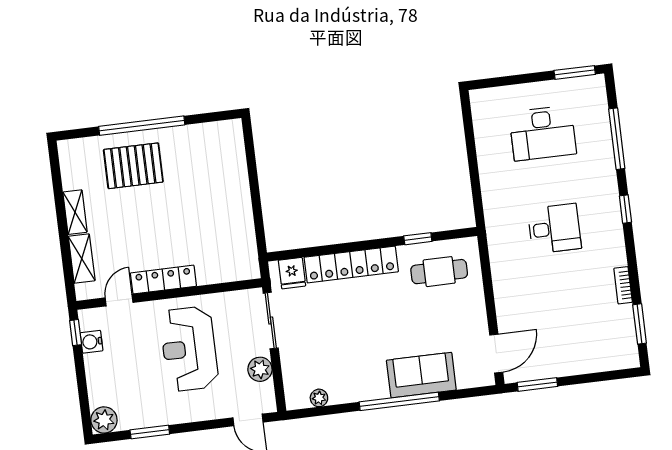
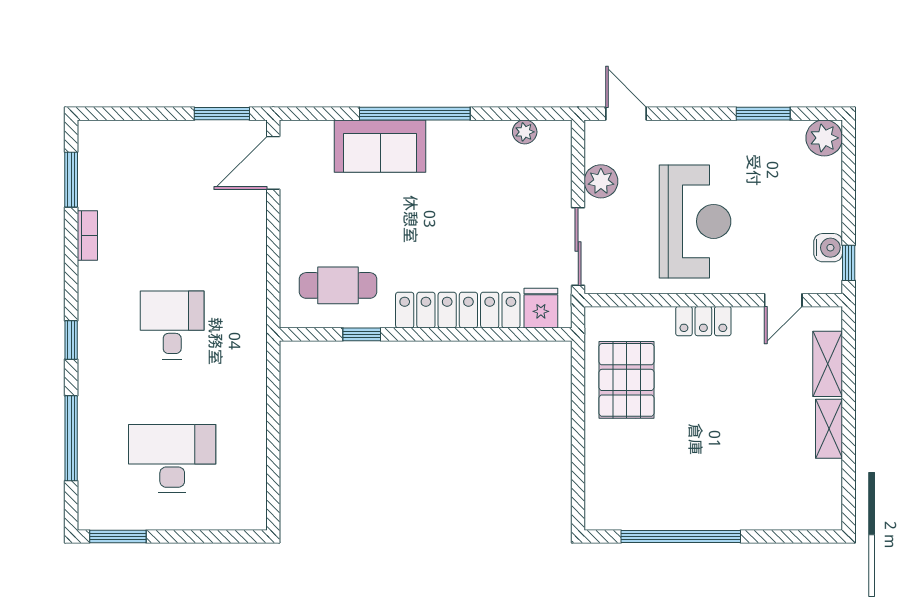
window: (142, 126) -> (681, 536), moved
pallet: (133, 166) -> (626, 380), moved, turned 90
desk: (554, 229) -> (172, 325), turned 90
locker: (163, 280) -> (703, 321), width x0.66

